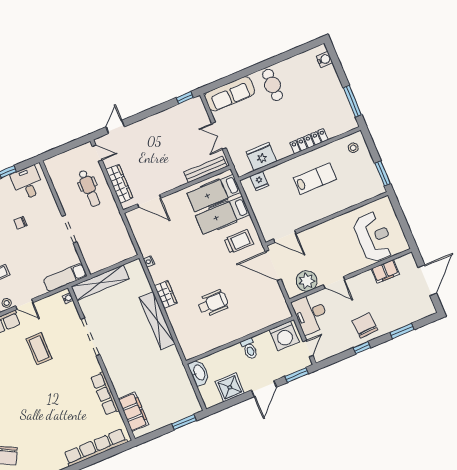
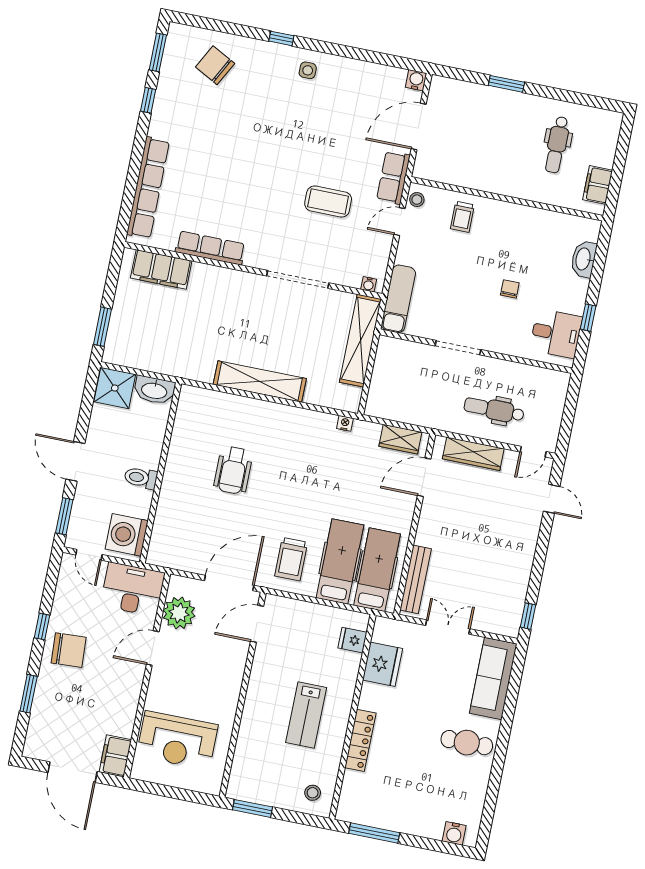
filing cabinet: (385, 271) -> (115, 756), moved
wardrobe: (166, 294) -> (400, 439), moved
shower: (230, 387) -> (115, 388), moved

